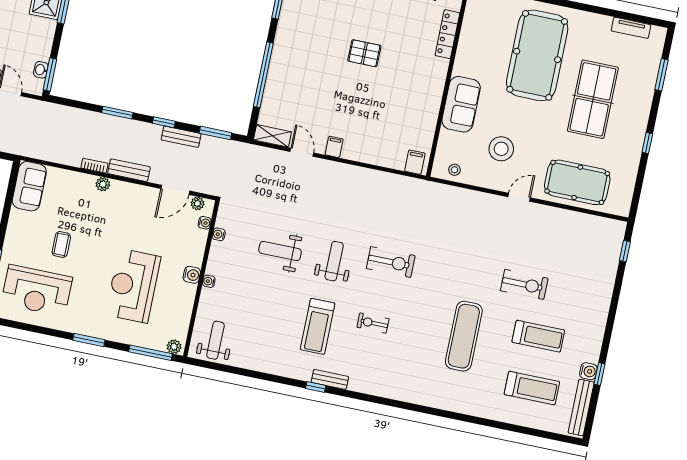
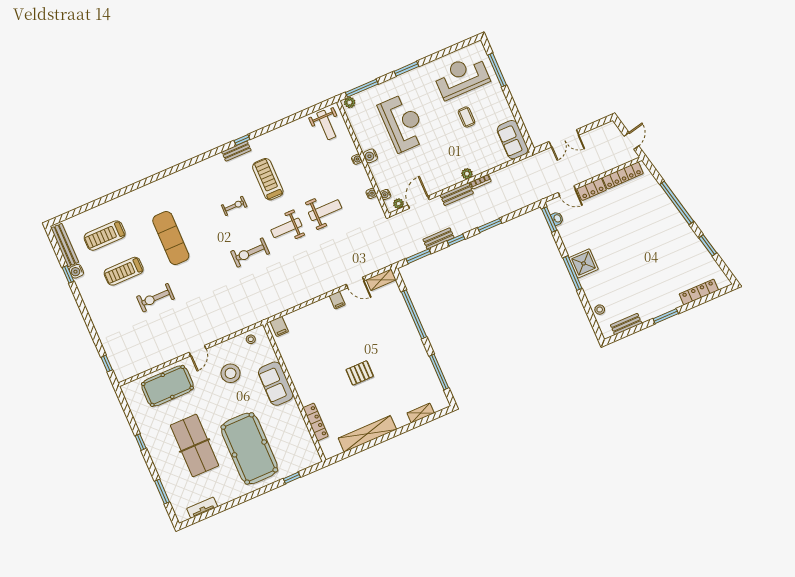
weight bench: (334, 261) -> (286, 228), turned 90

